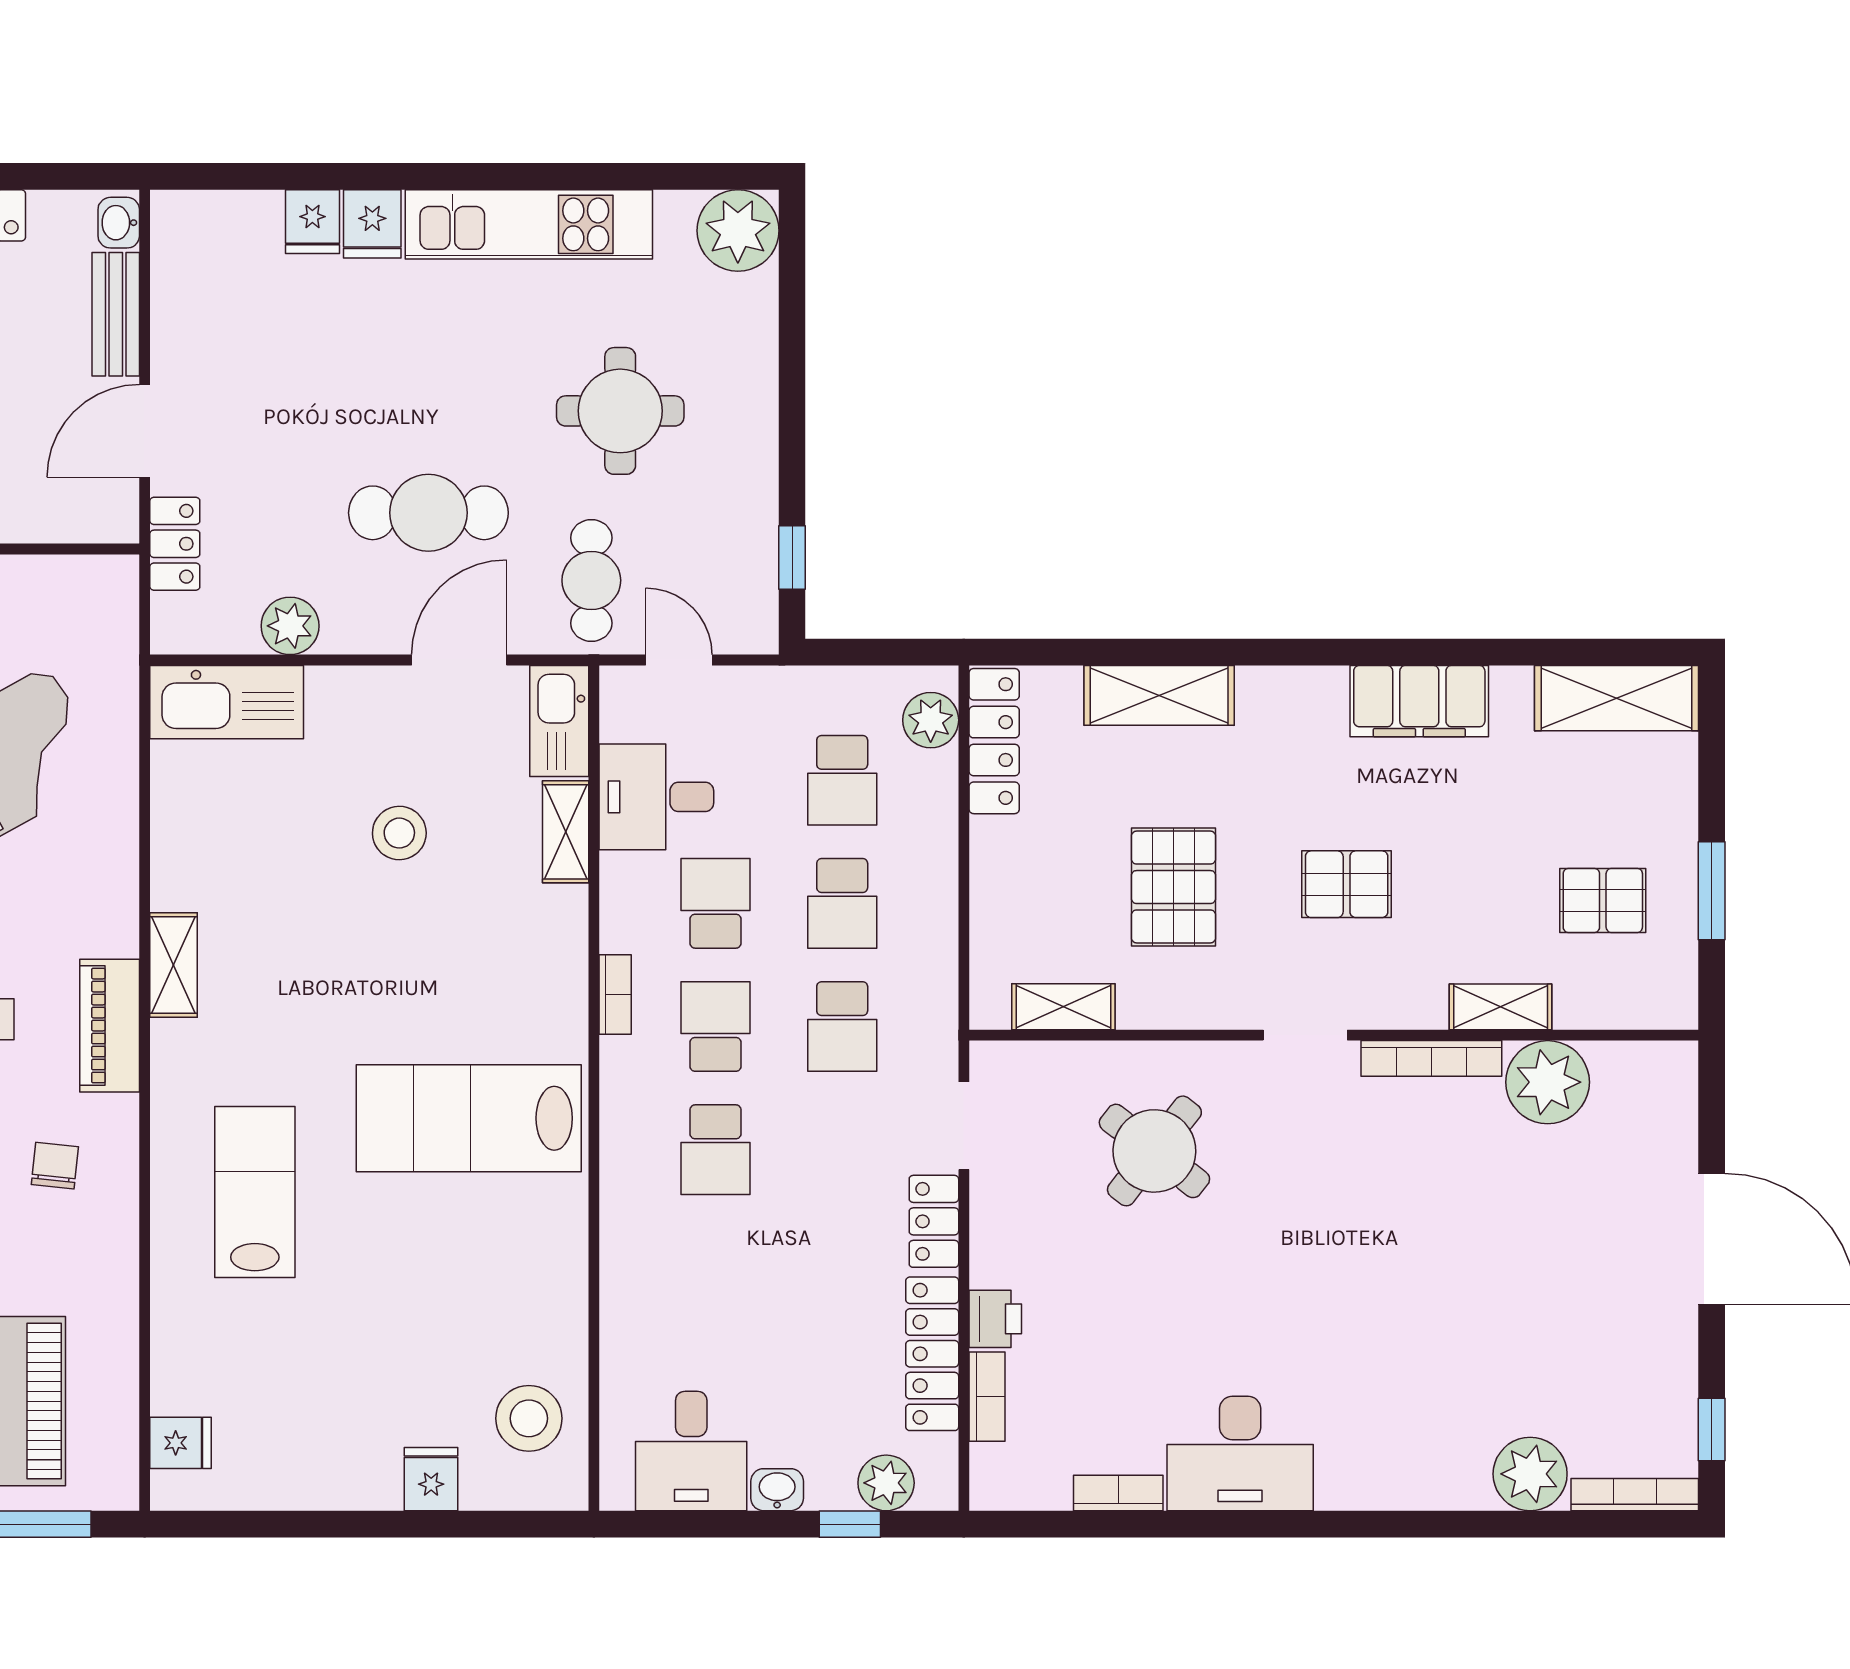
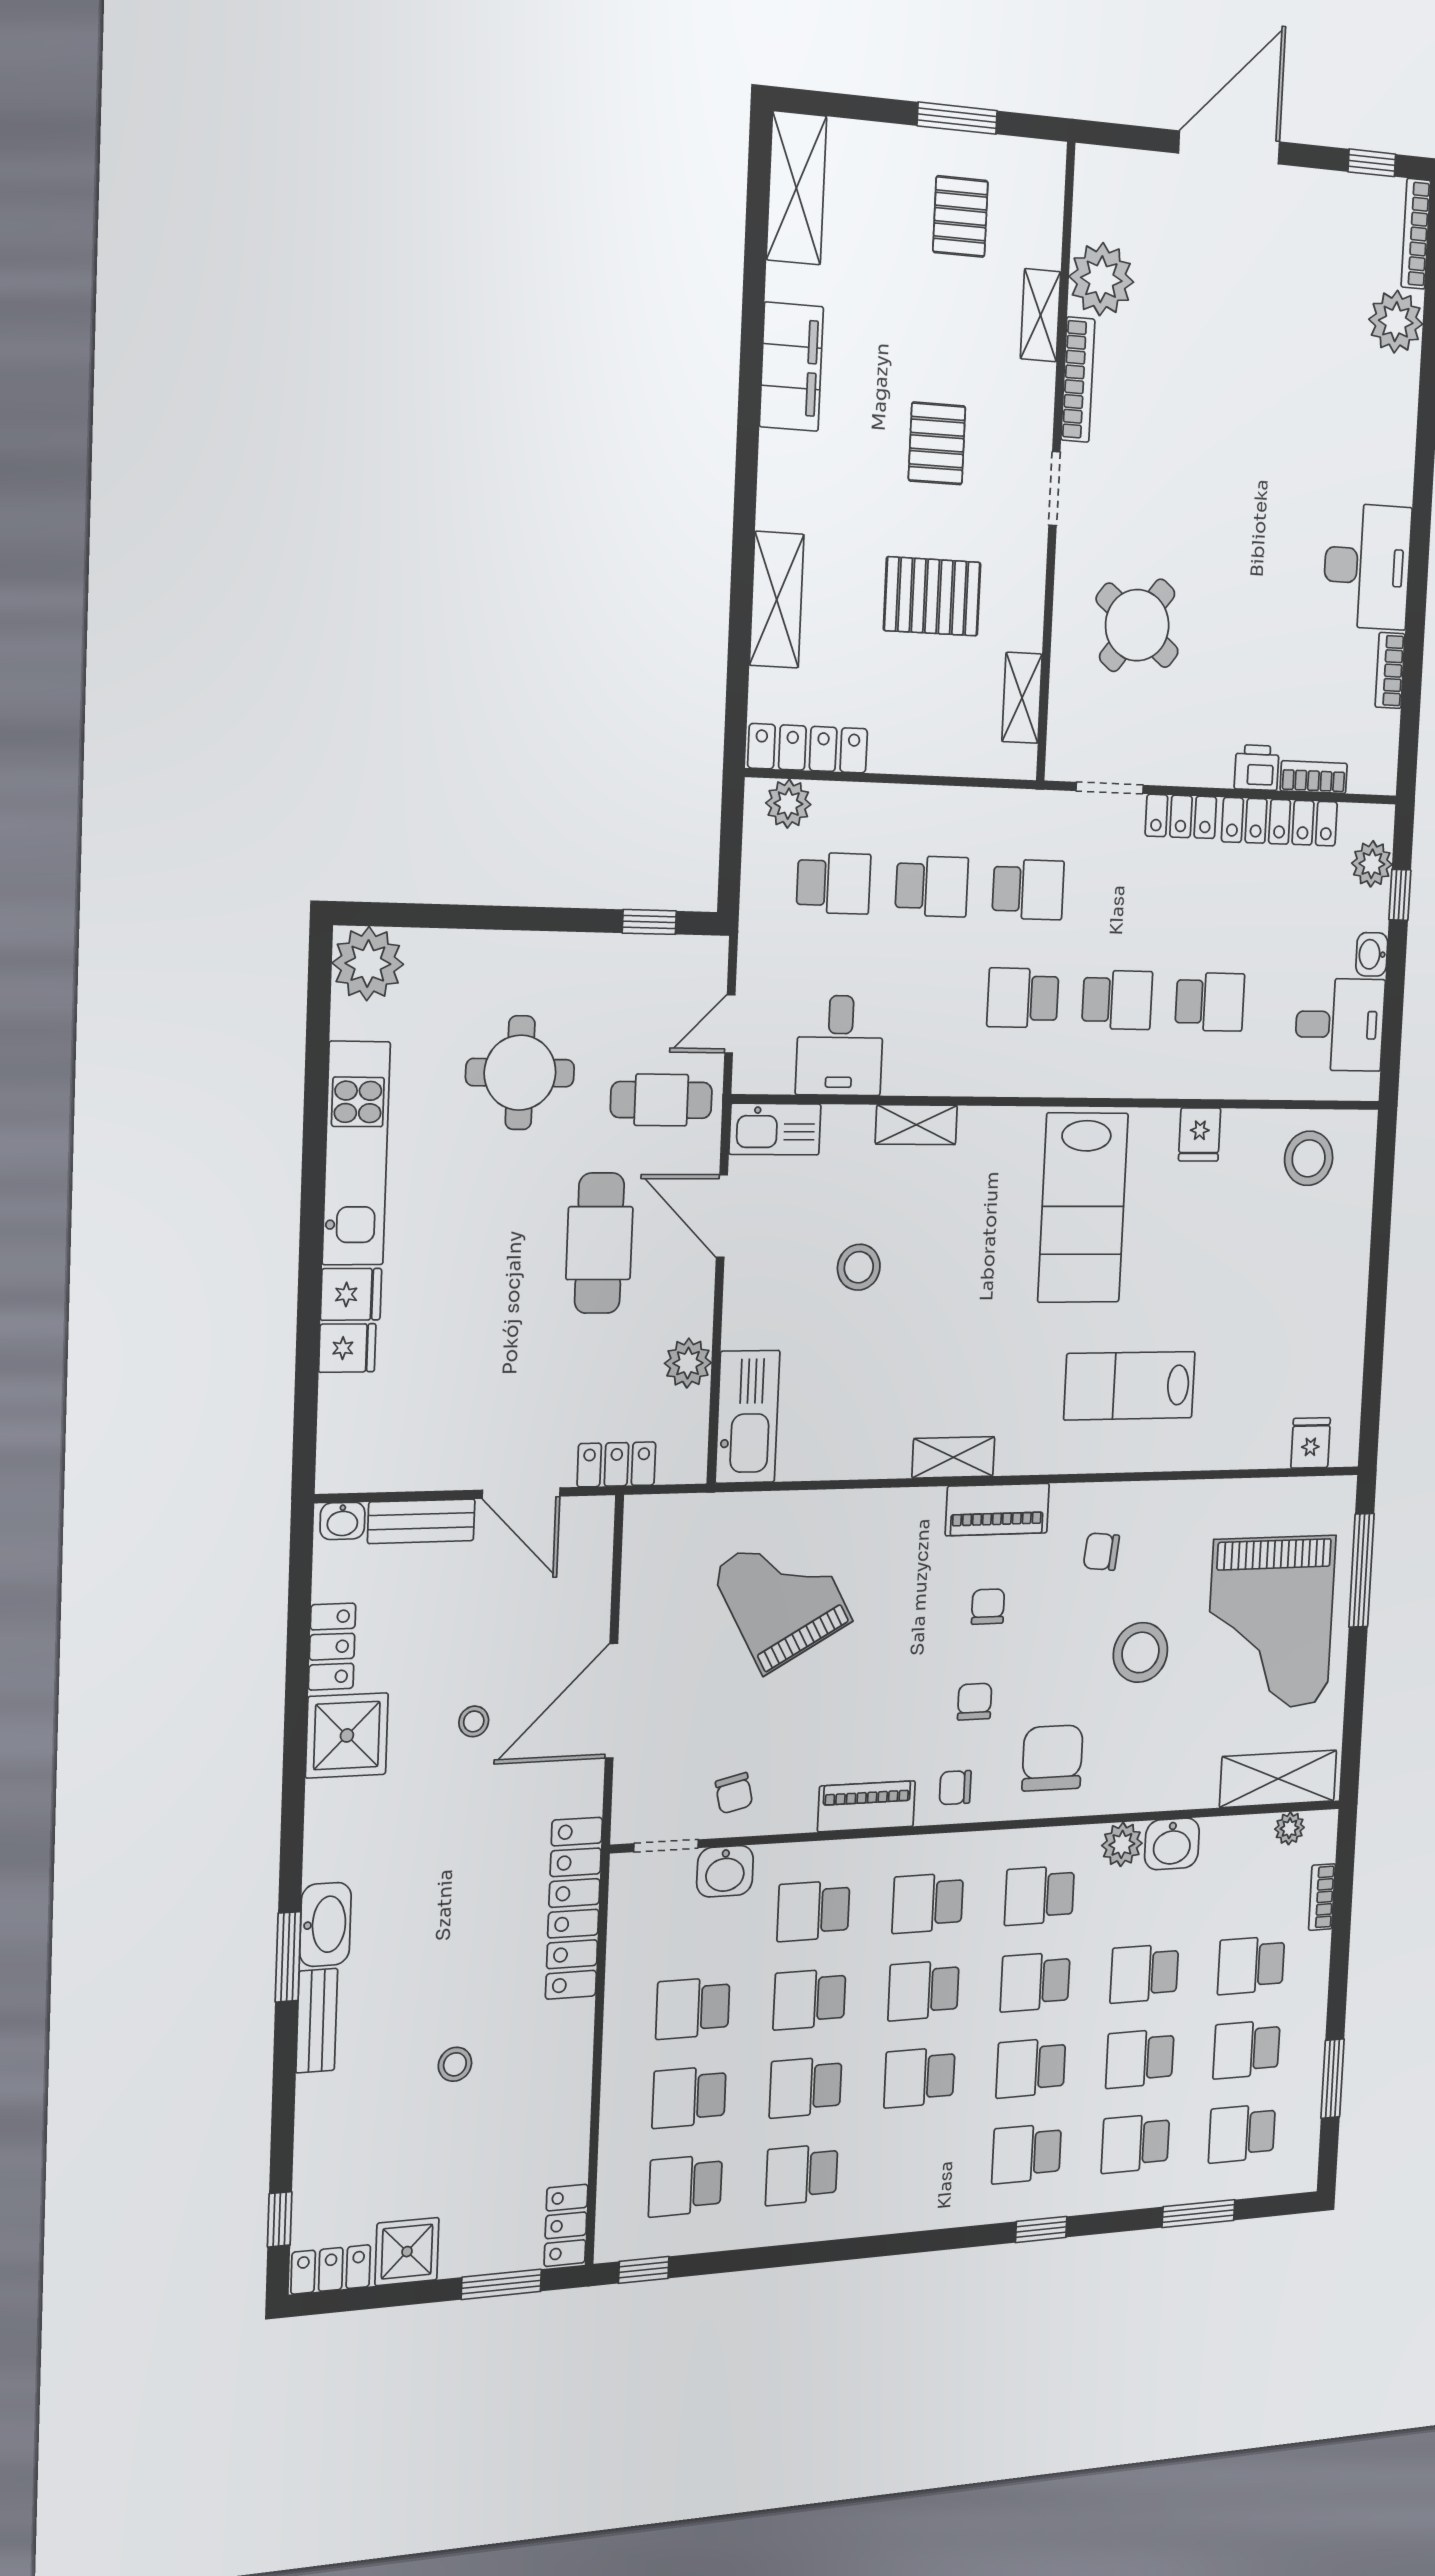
shelving: (566, 832) -> (916, 1125), moved
school desk: (715, 903) -> (1210, 1002), moved, turned 180
bookcase: (615, 994) -> (994, 1083), removed
fridge: (431, 1479) -> (1200, 1134), moved, turned -90

